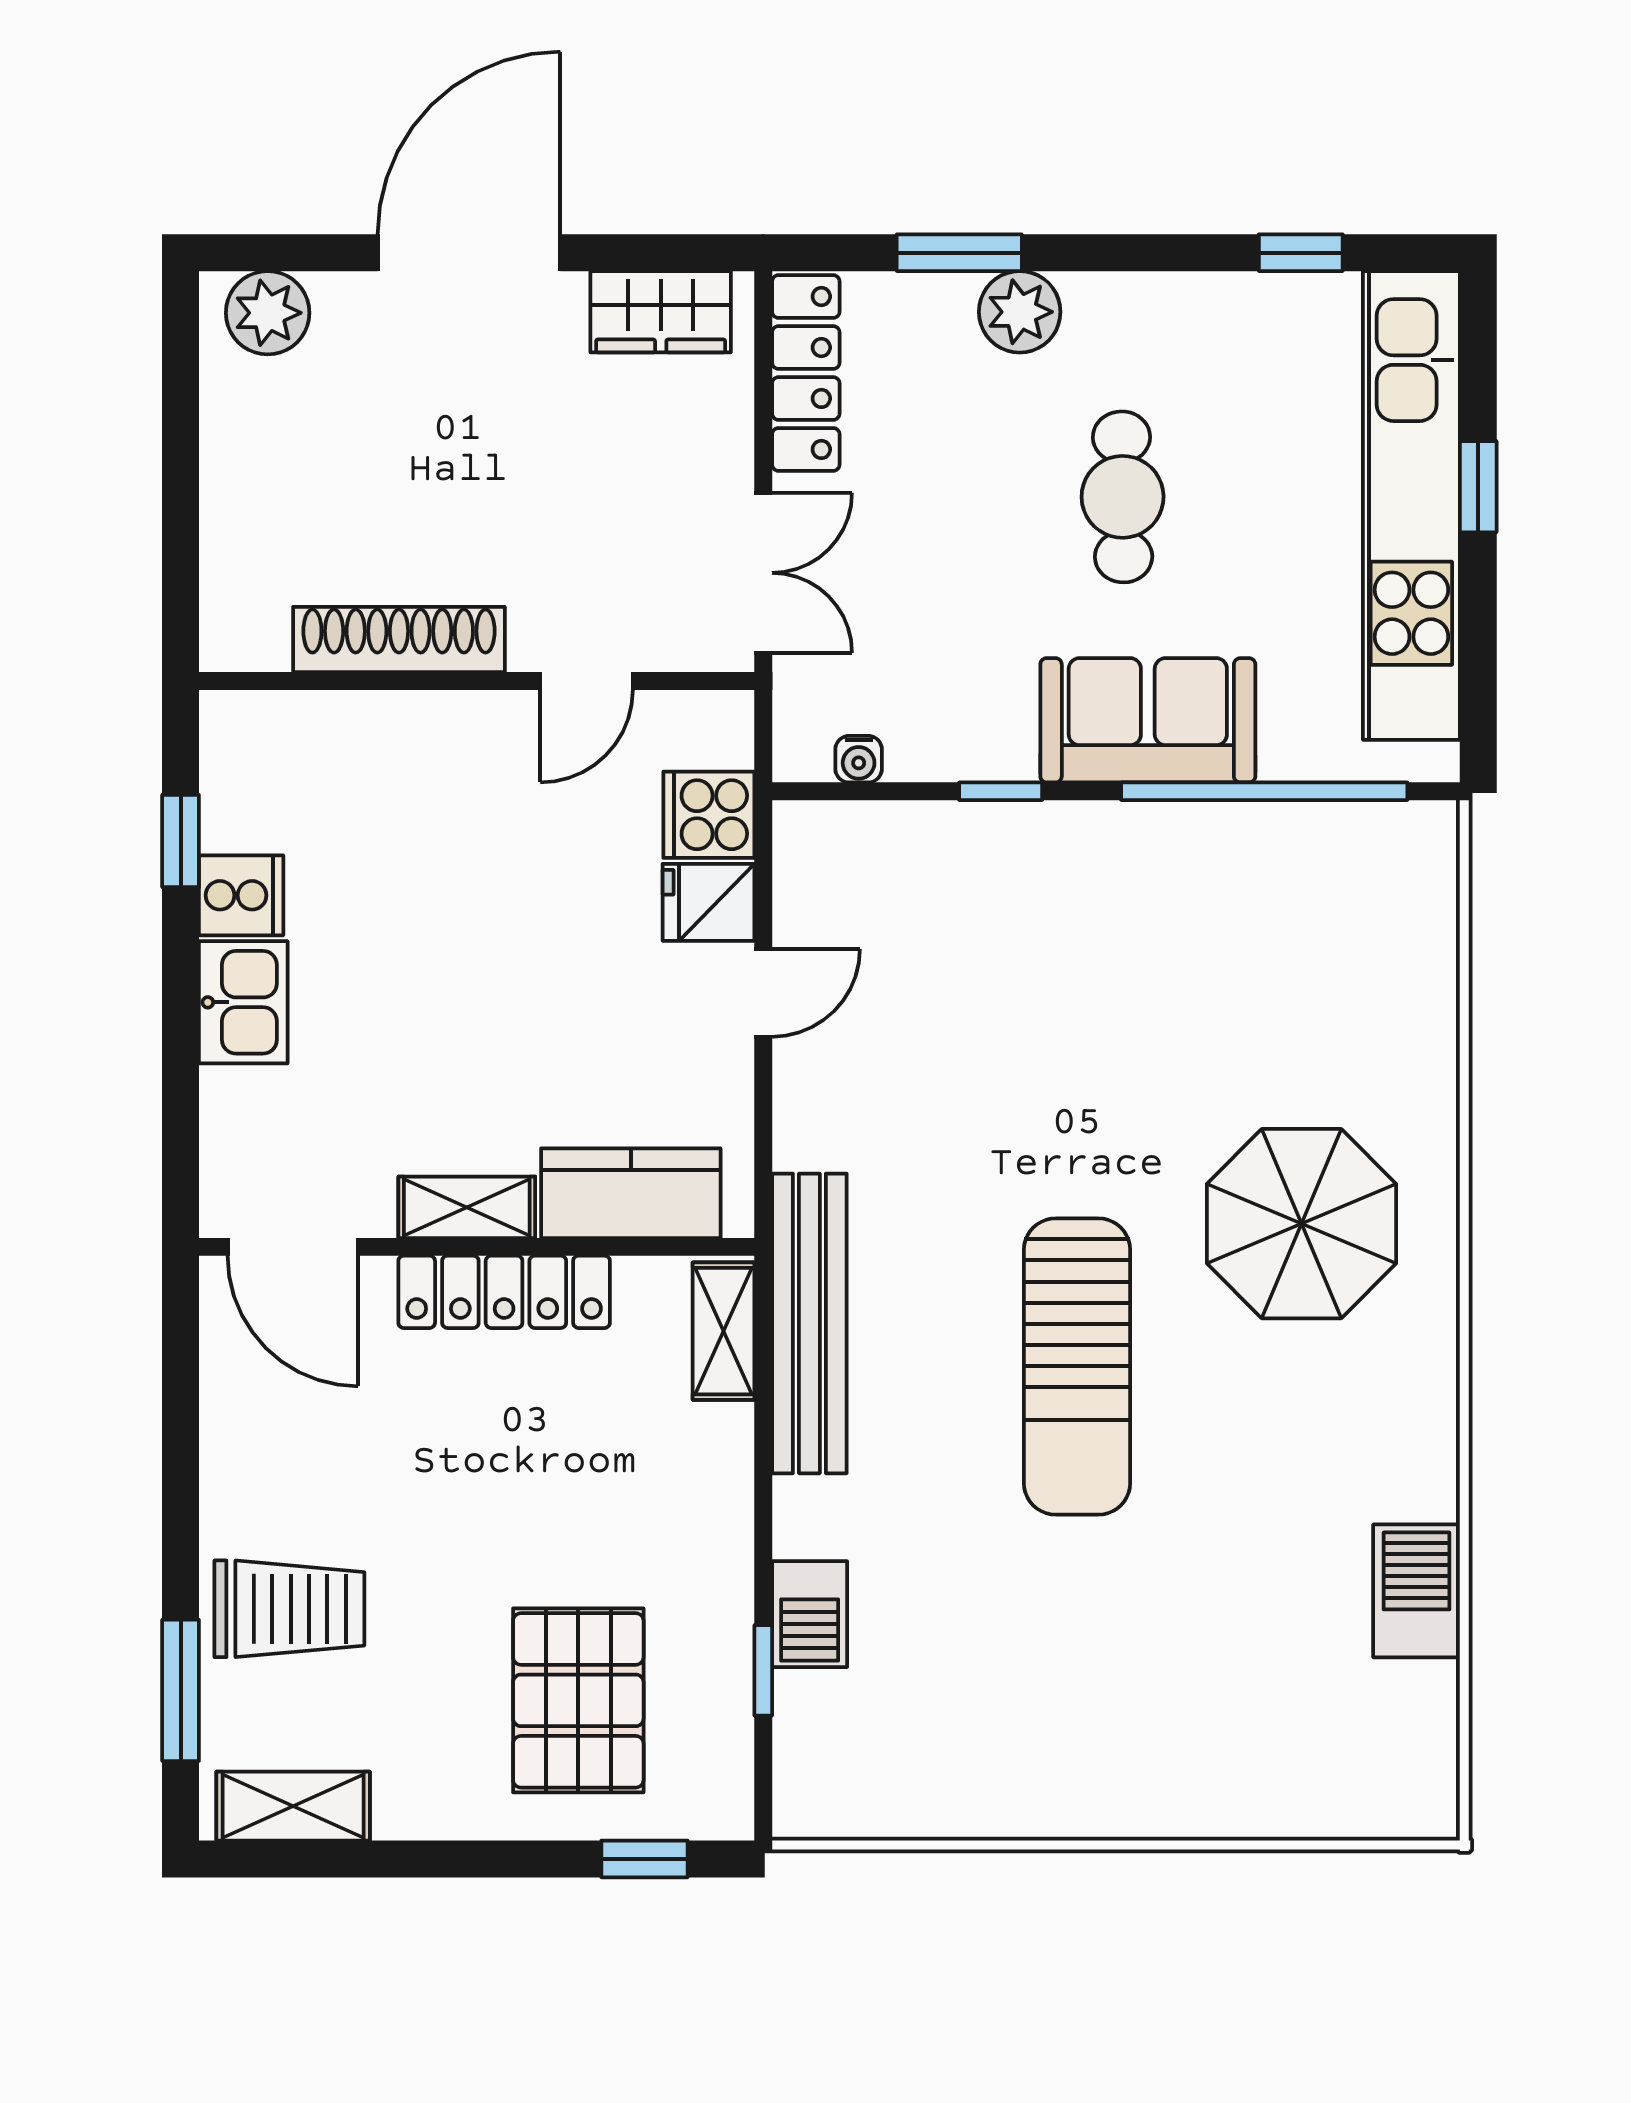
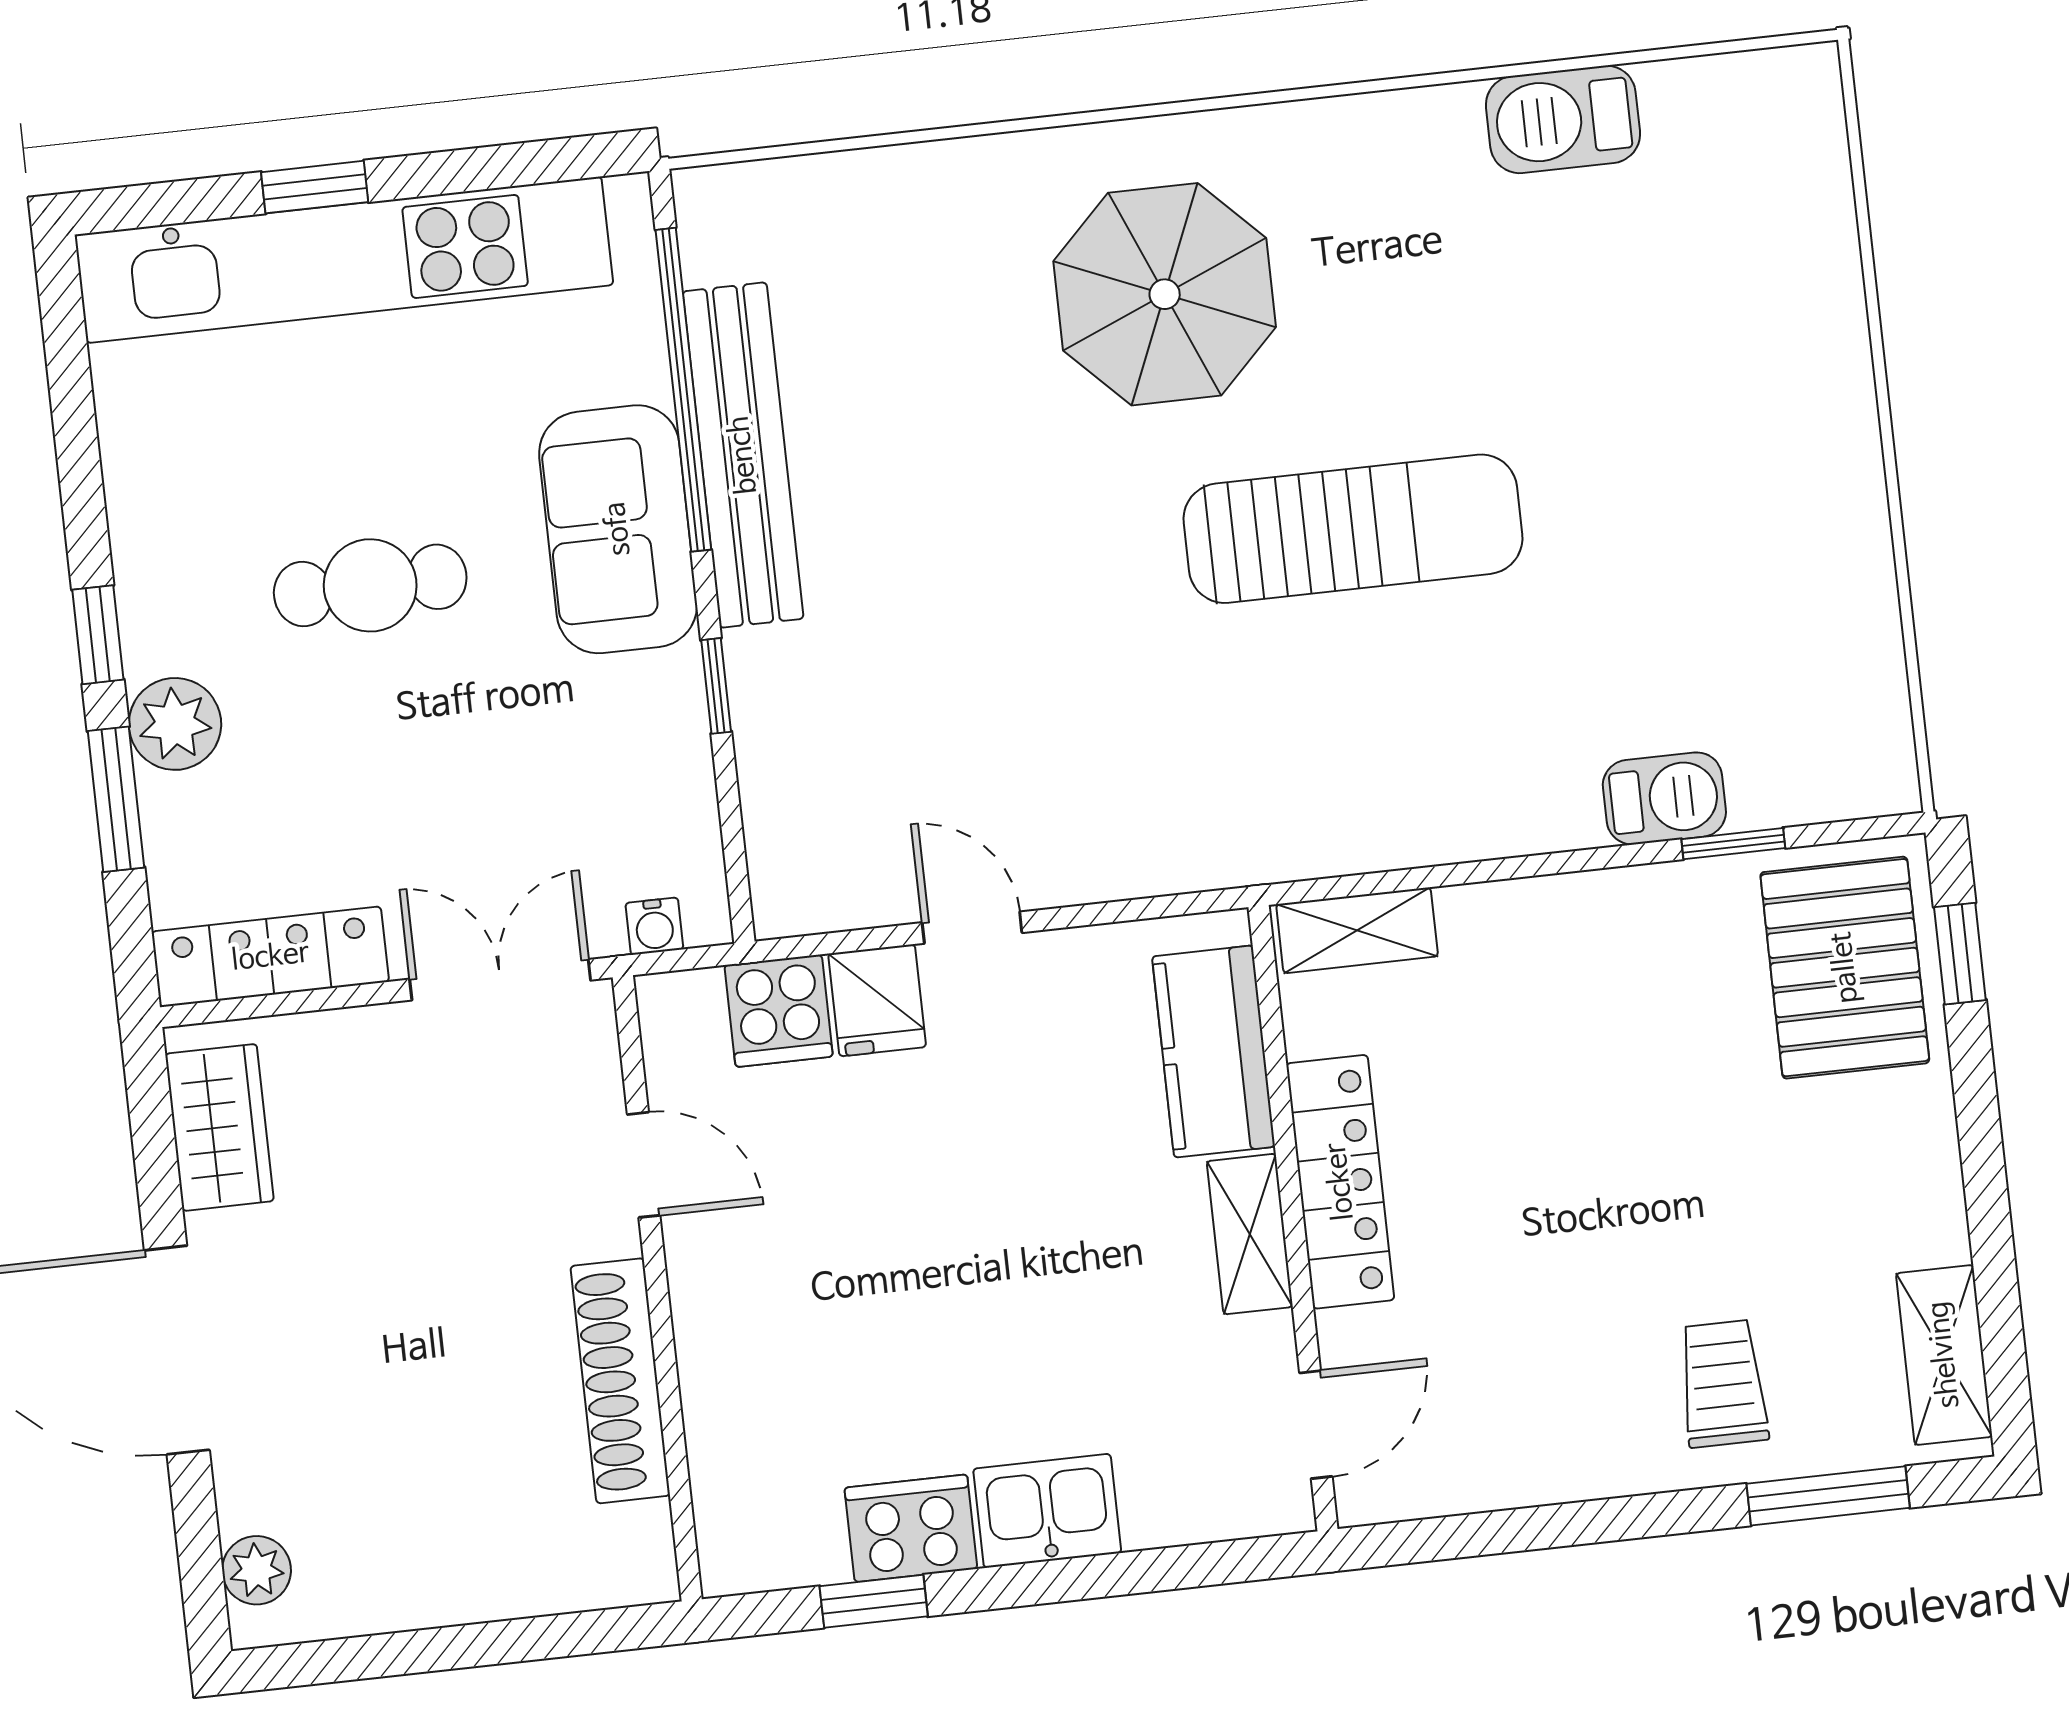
window: (1301, 253) -> (98, 635), moved
plant: (268, 313) -> (257, 1570), width x0.73, depth x0.73
water cooler: (859, 759) -> (654, 926), moved, turned 90
cooker: (241, 895) -> (911, 1528), width x1.36
door: (293, 1247) -> (1316, 1425), width x0.73
bench: (809, 1323) -> (743, 455), moved, turned 90
trolley: (289, 1609) -> (1723, 1384), width x0.73, depth x0.72
pallet: (578, 1700) -> (1845, 968), moved, turned 90

